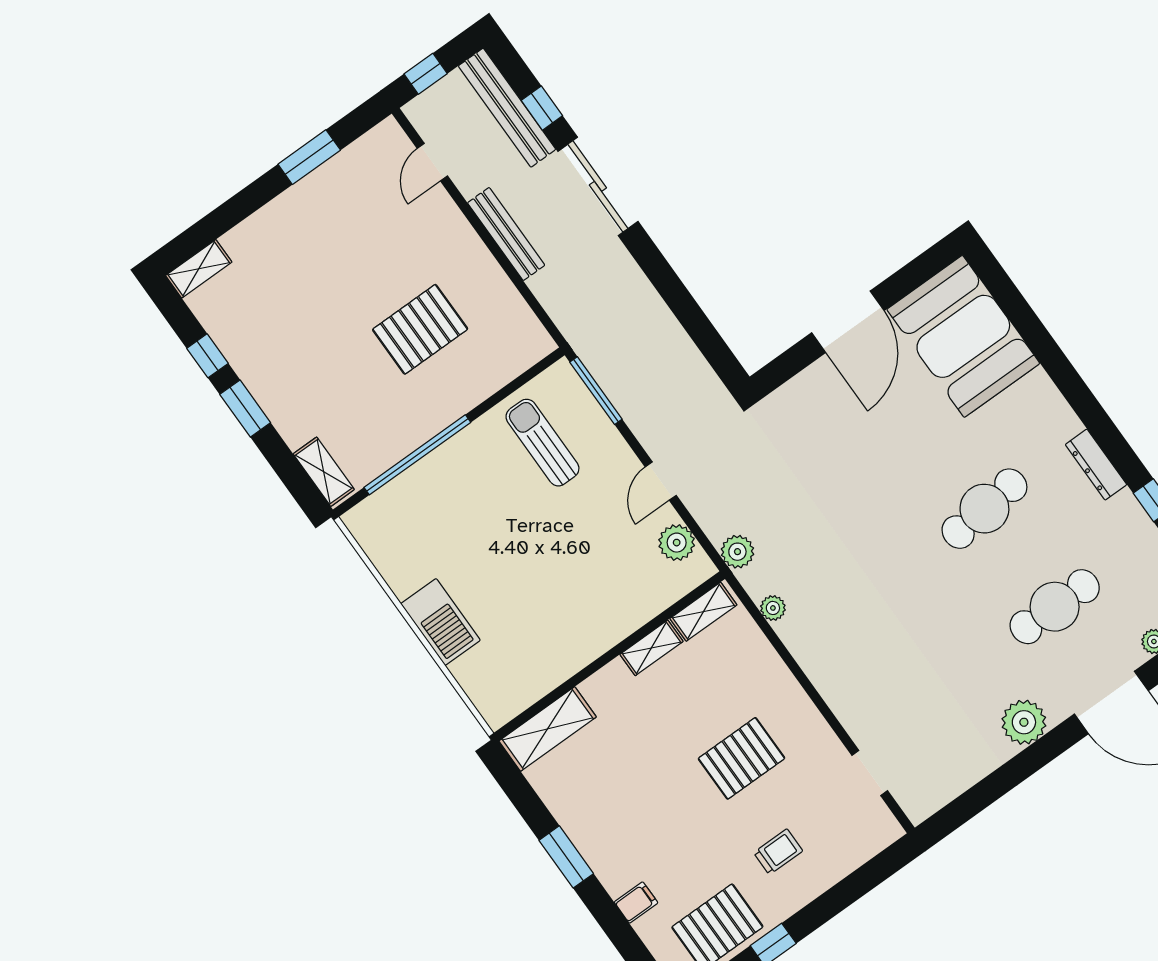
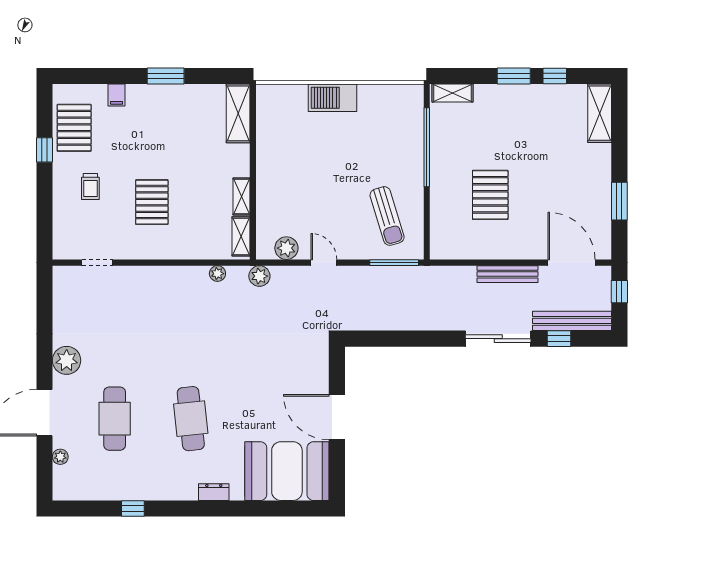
door: (432, 162) -> (572, 263), width x1.88
shelving: (199, 269) -> (600, 113), width x1.50, depth x1.33
sun lounger: (542, 443) -> (387, 216), turned 73
dresser: (1096, 465) -> (214, 492), moved, width x0.70

